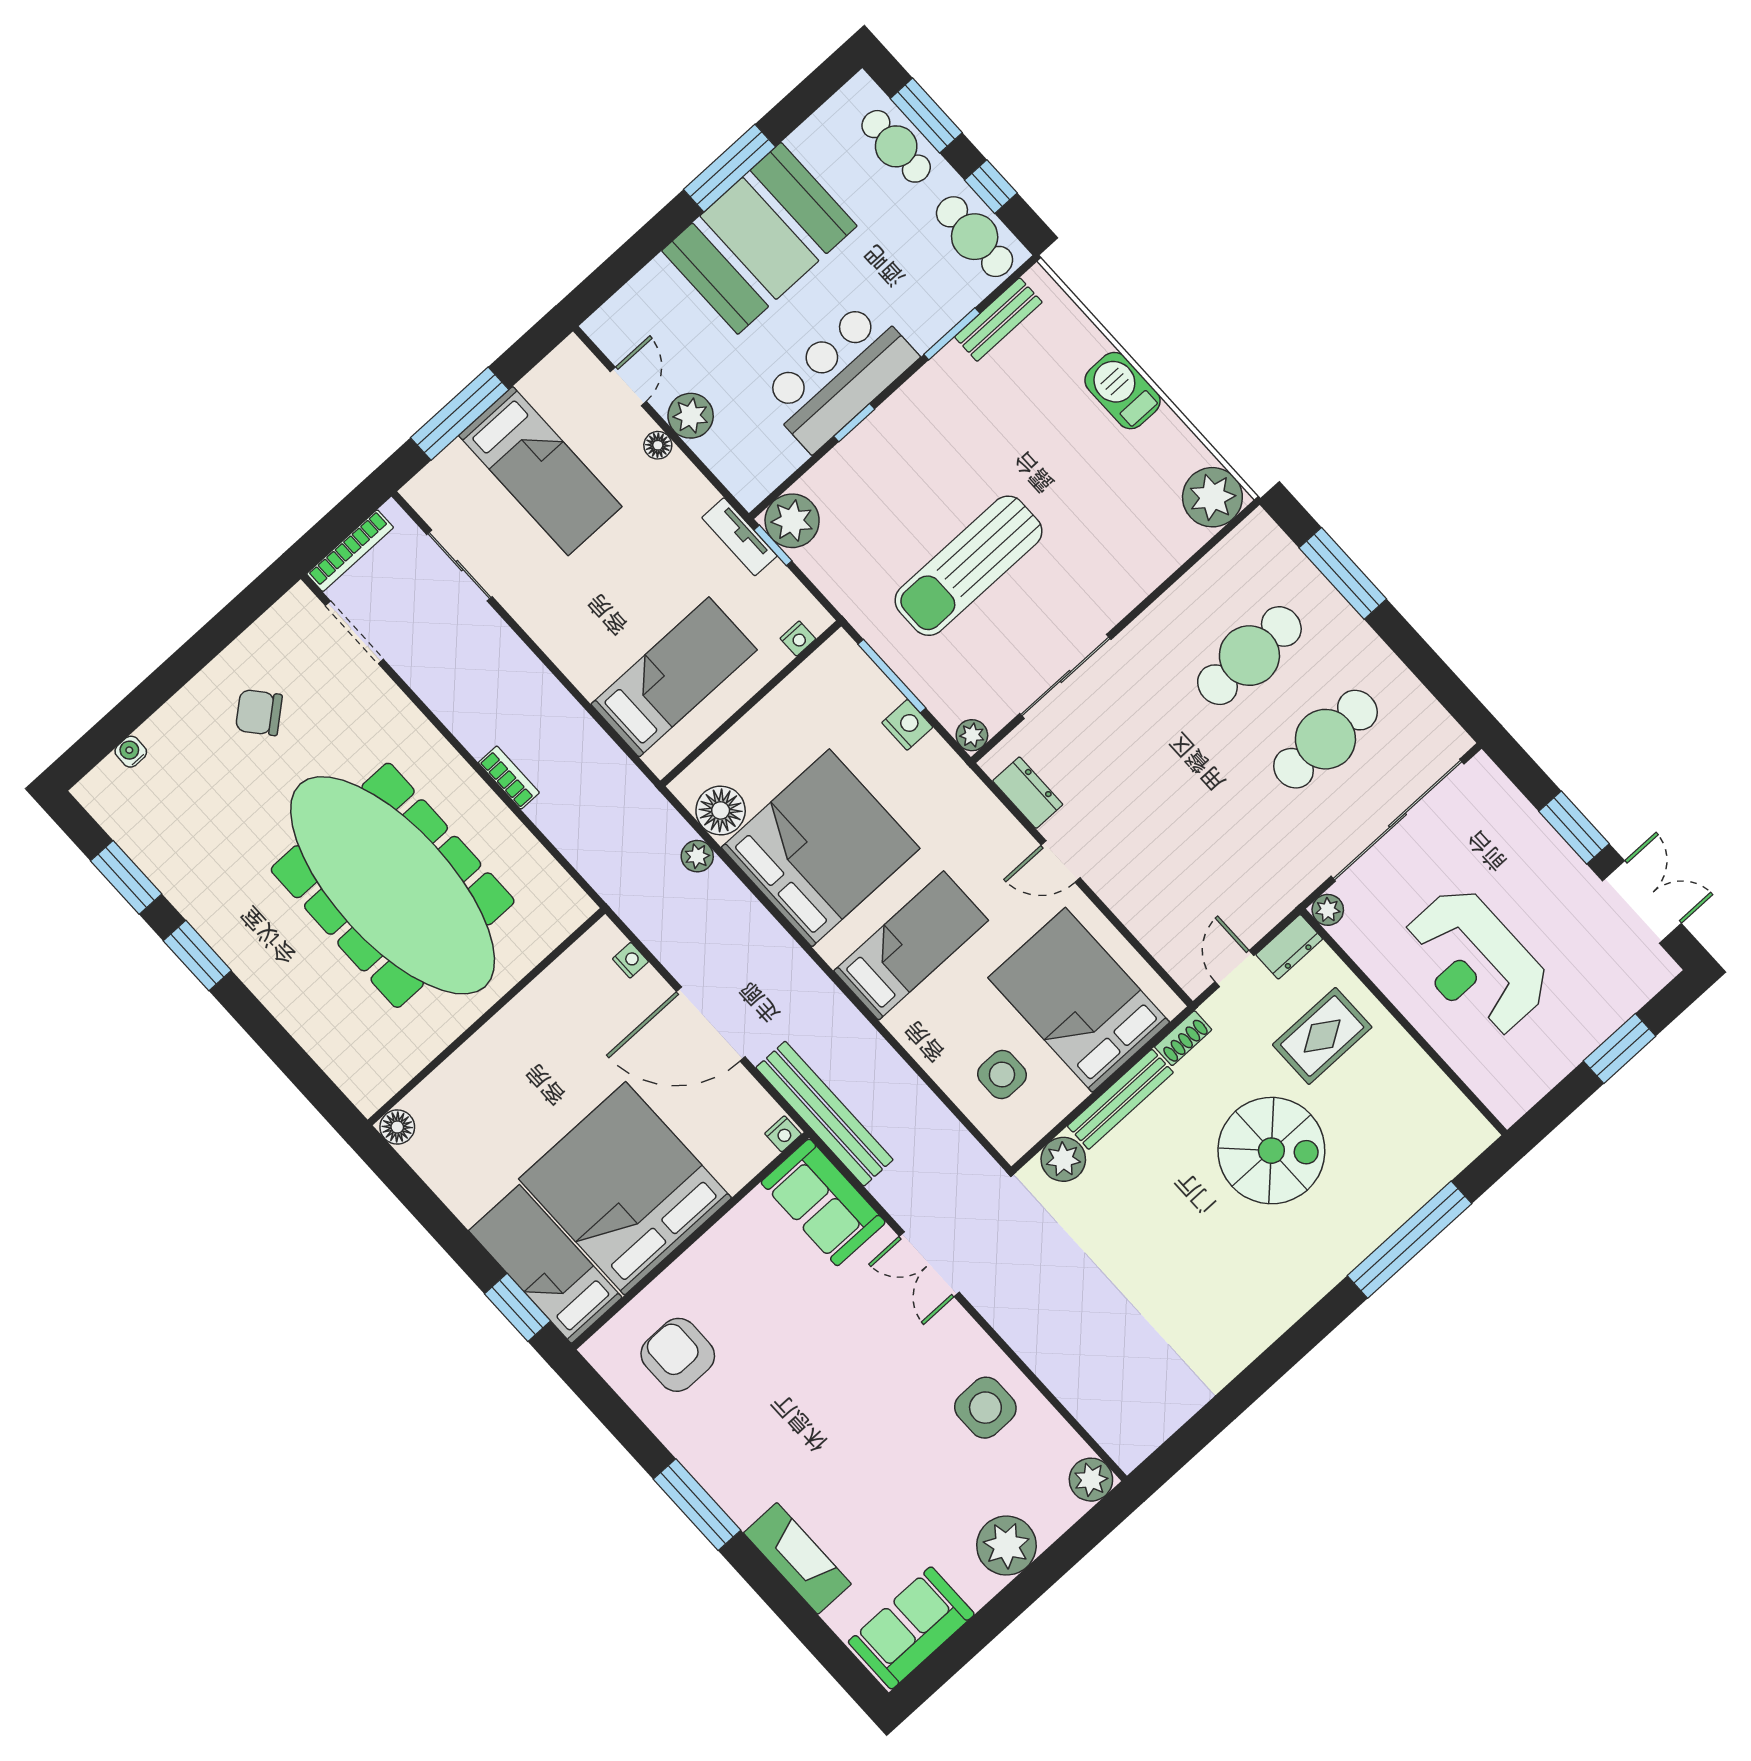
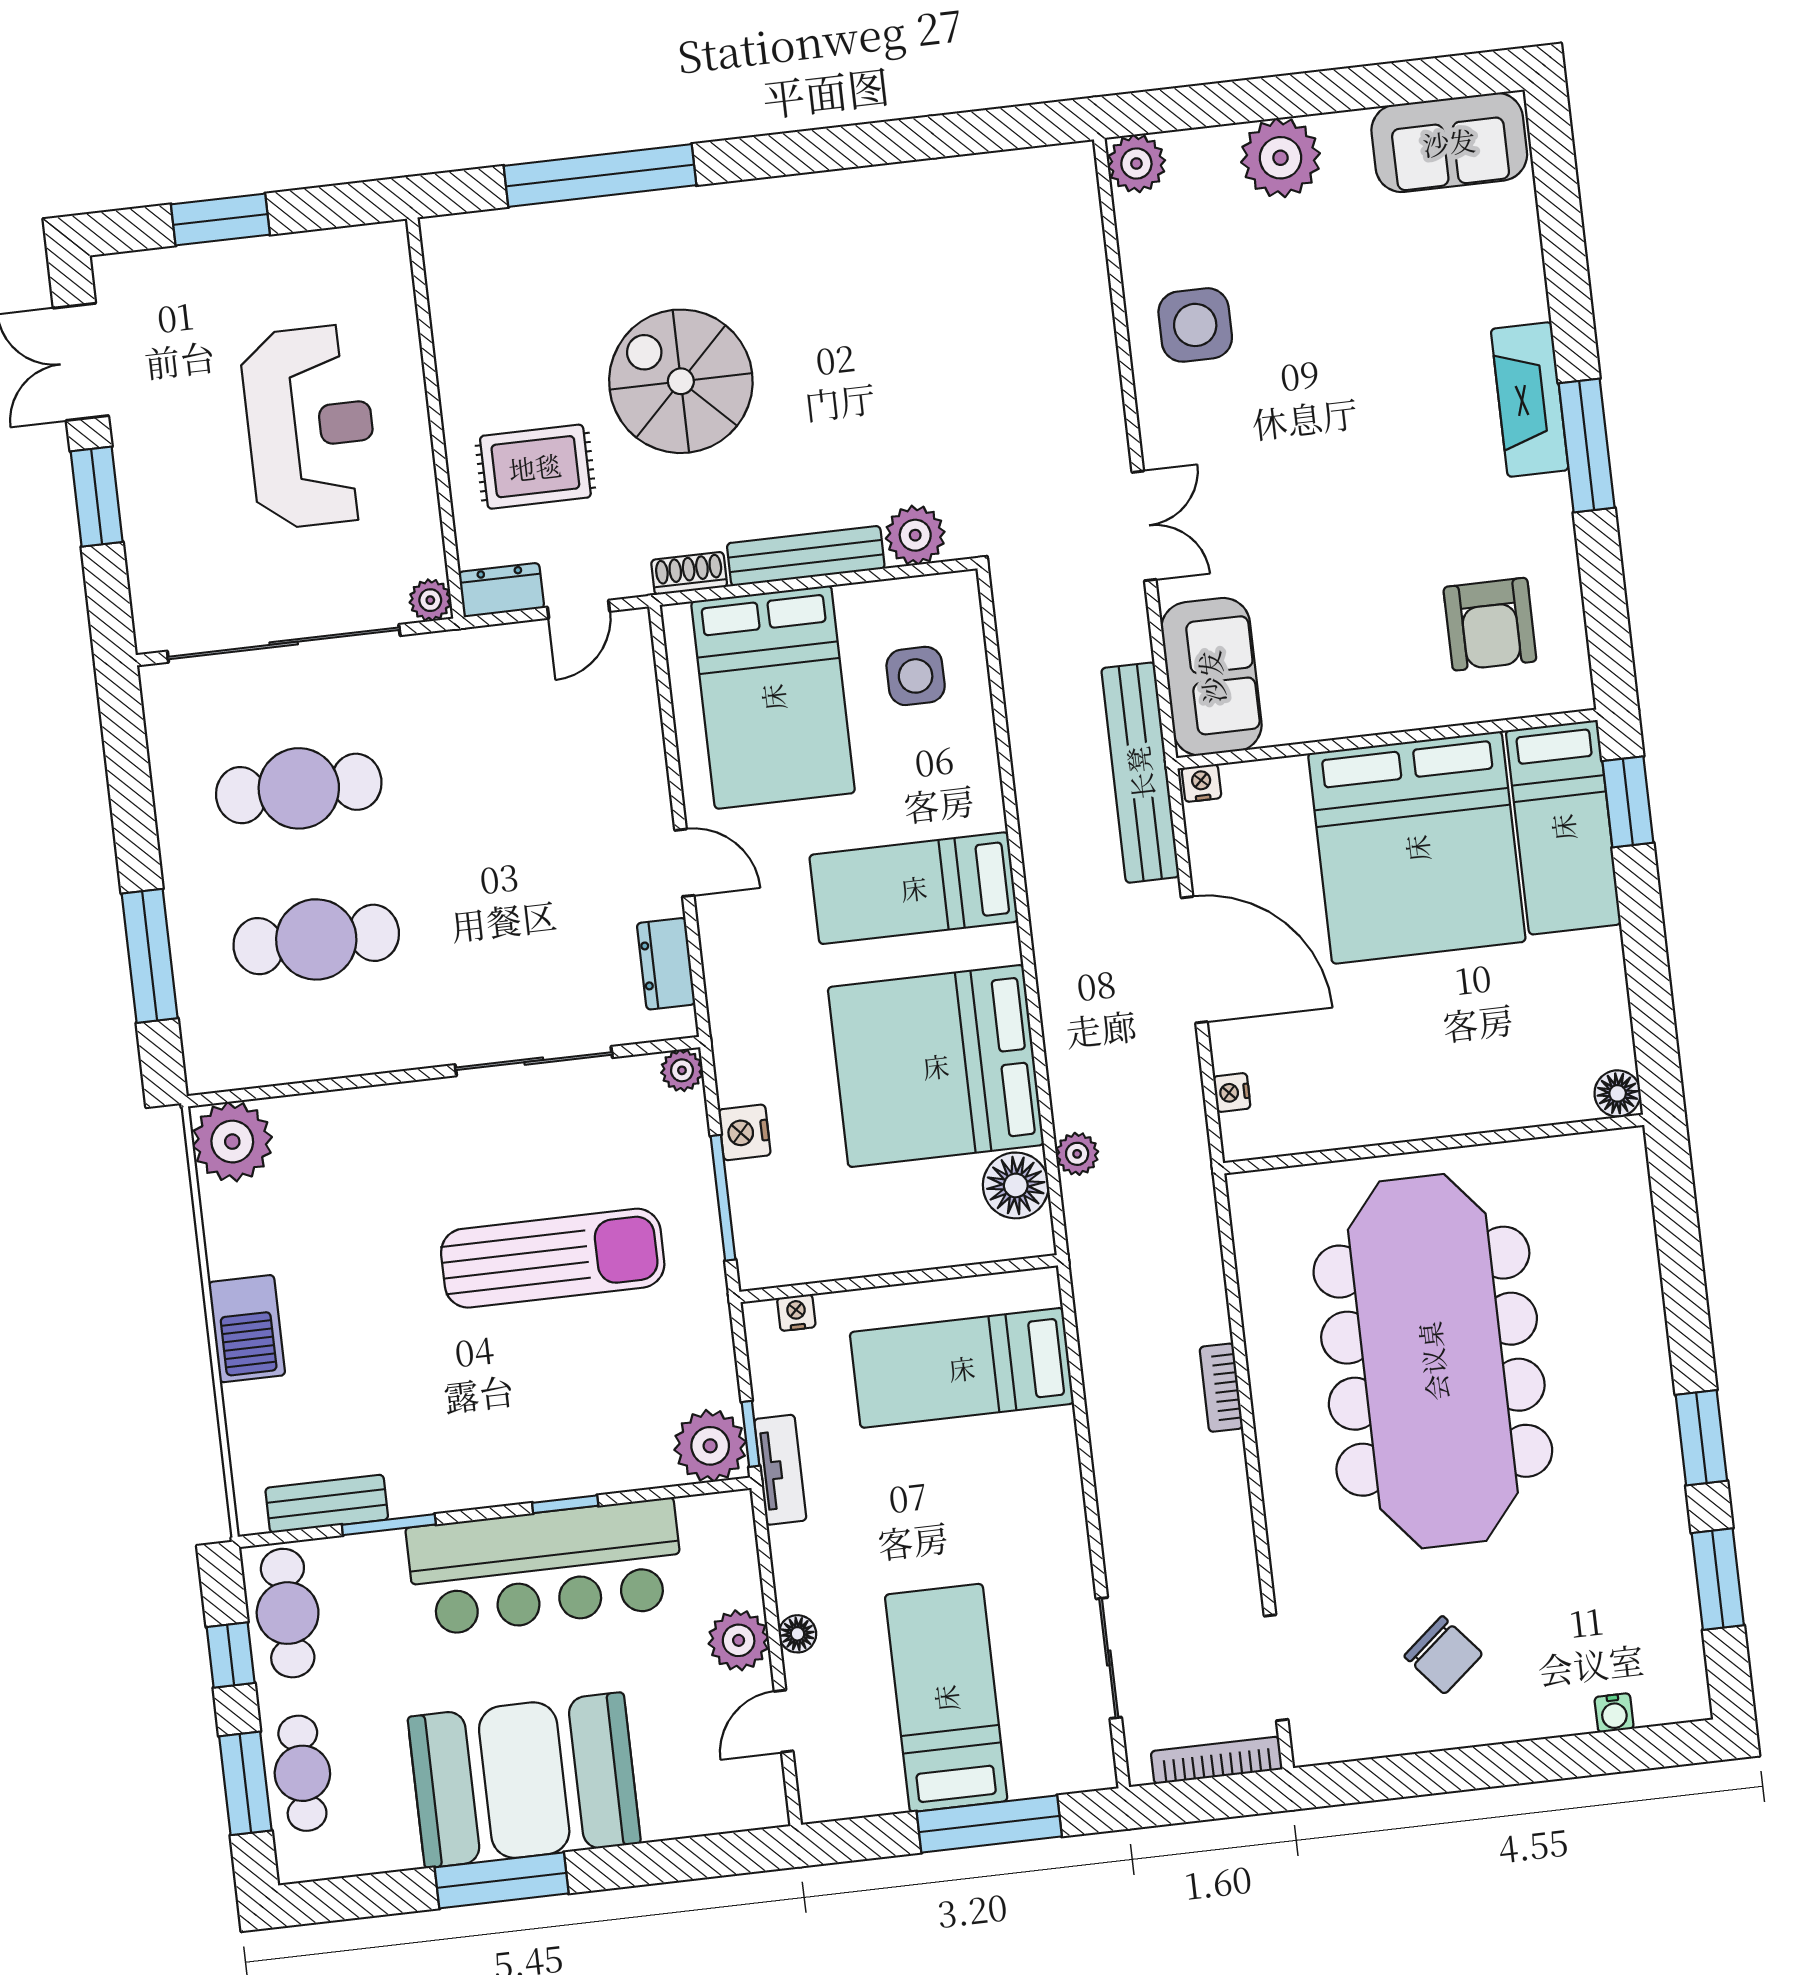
bar counter: (839, 376) -> (545, 1567), width x1.36
fireplace: (797, 1558) -> (1530, 400), moved

